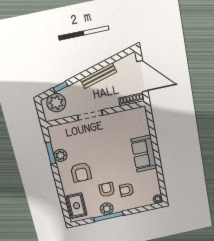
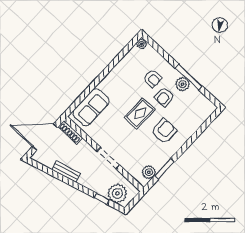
bench: (98, 76) -> (66, 172), width x0.73
door: (142, 76) -> (45, 137), hinge flipped
sofa: (144, 154) -> (91, 107), moved
plant: (60, 155) -> (149, 172), moved
rug: (77, 206) -> (140, 113), moved

